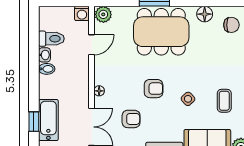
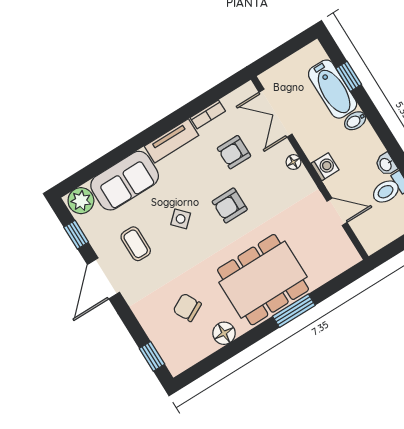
washing machine: (82, 13) -> (325, 167), moved, turned 90
plant: (103, 14) -> (346, 257), removed
chair: (231, 25) -> (187, 307), moved, turned 62
door: (92, 45) -> (337, 212), swing flipped
bidet: (47, 69) -> (355, 121), moved

